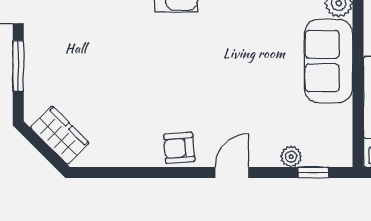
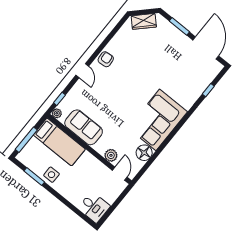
sofa: (329, 61) -> (84, 127), moved
plant: (291, 157) -> (57, 113), moved

